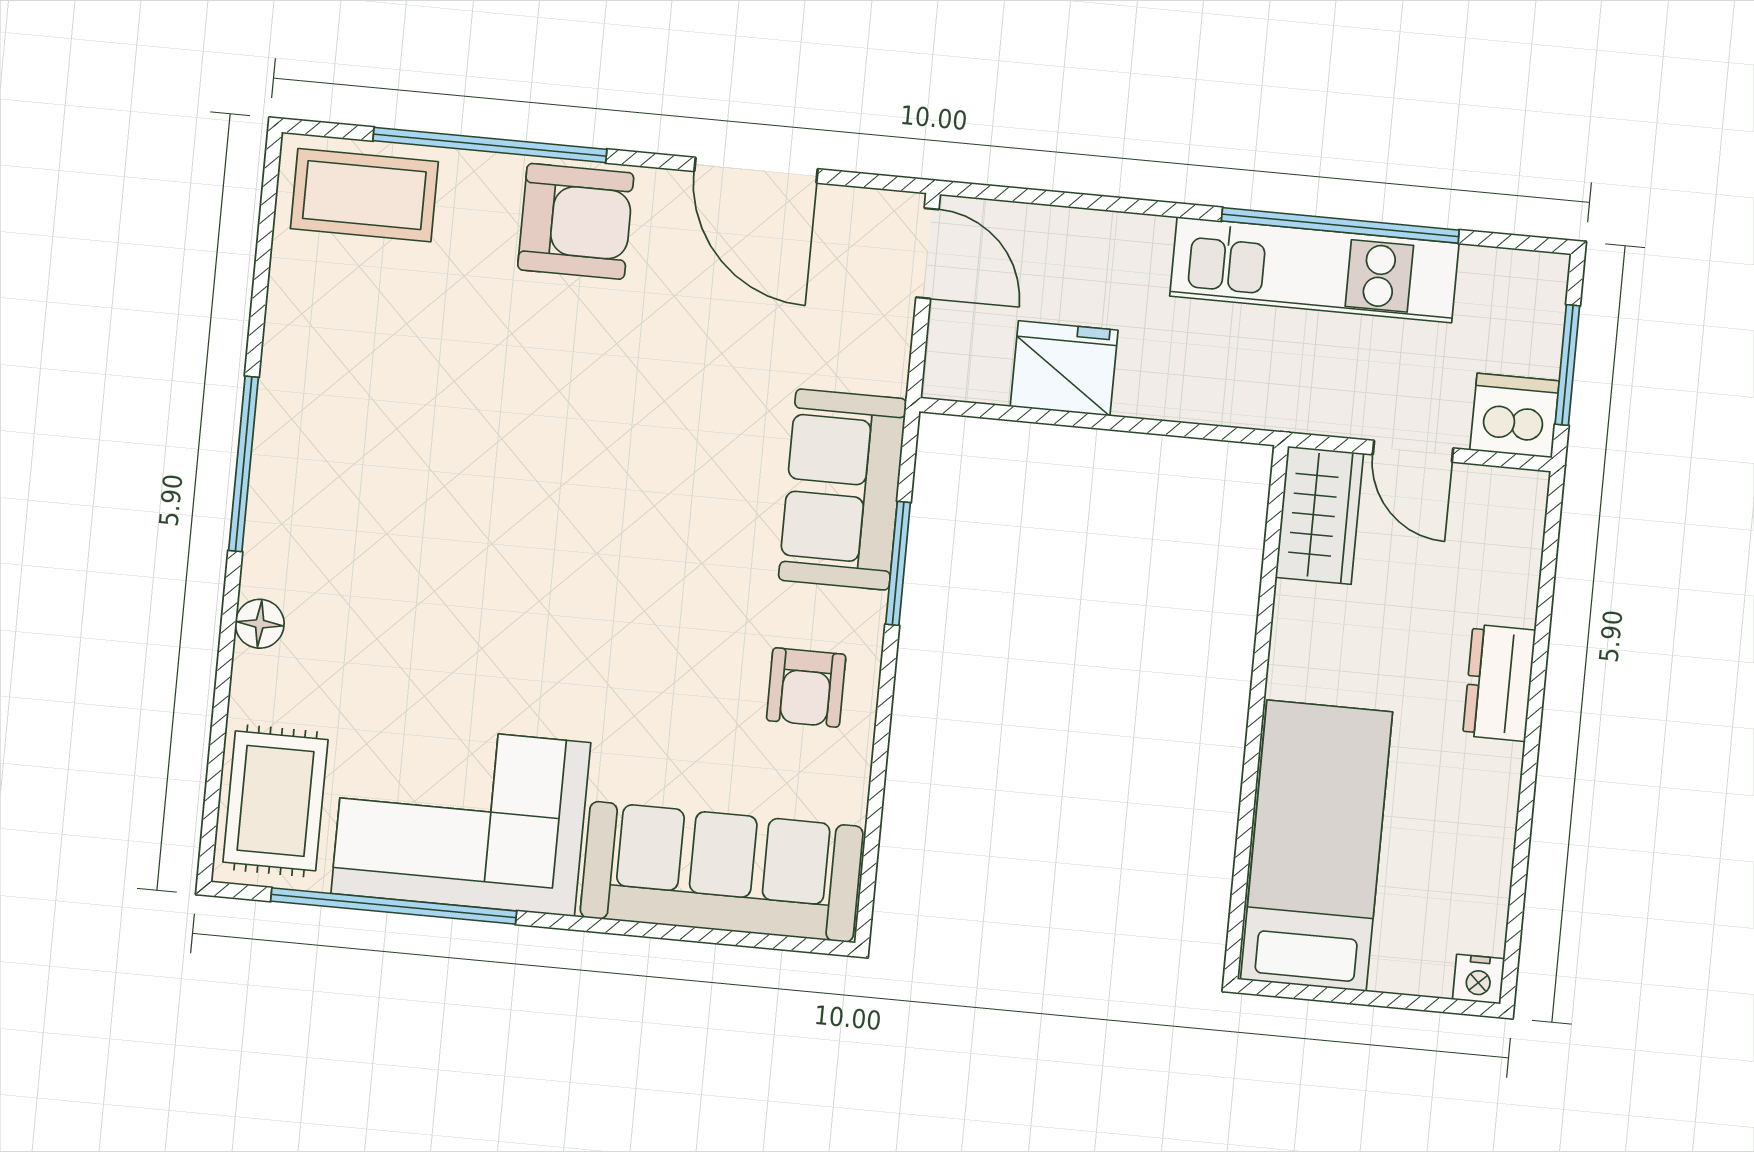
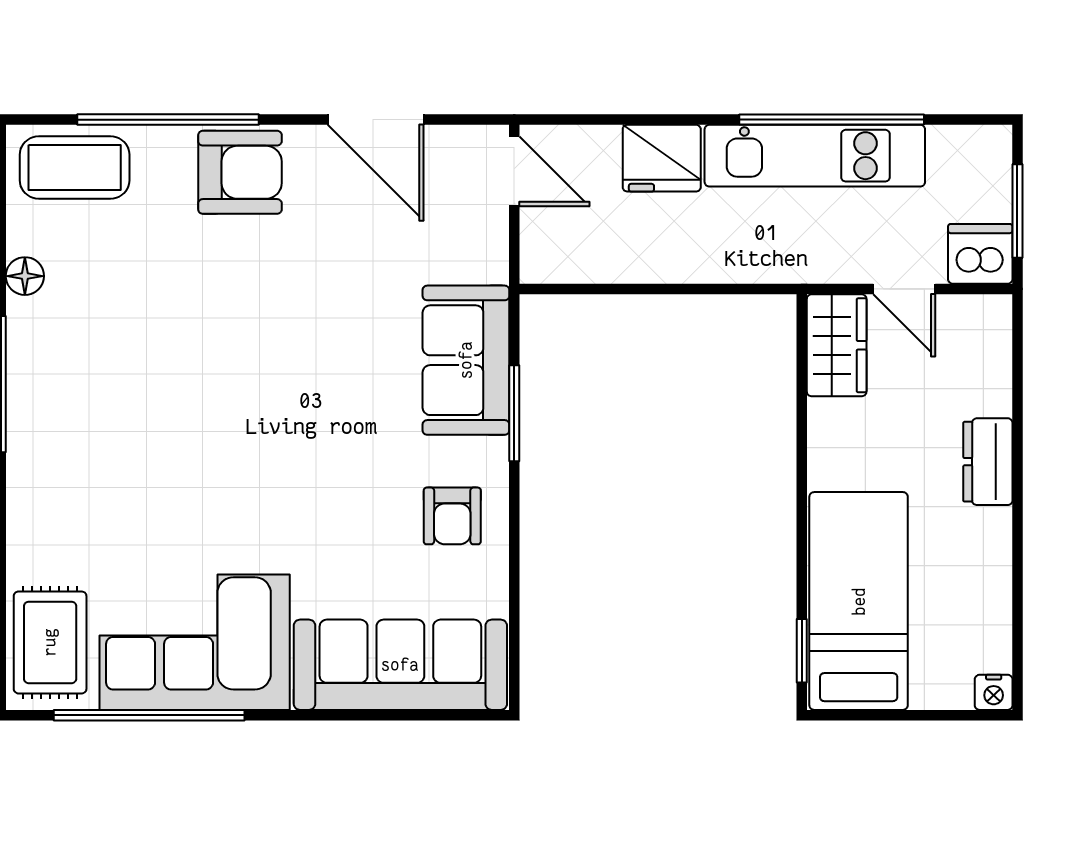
fridge: (1064, 368) -> (662, 158), moved, turned 180
floor lamp: (260, 624) -> (25, 276), moved
window: (1238, 903) -> (802, 651), added

